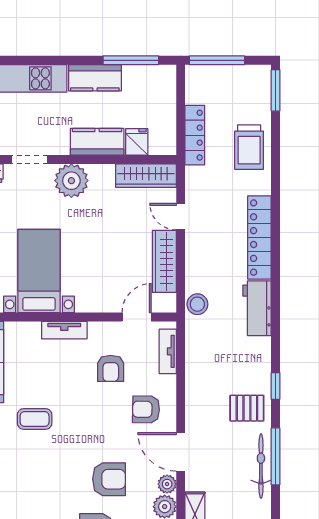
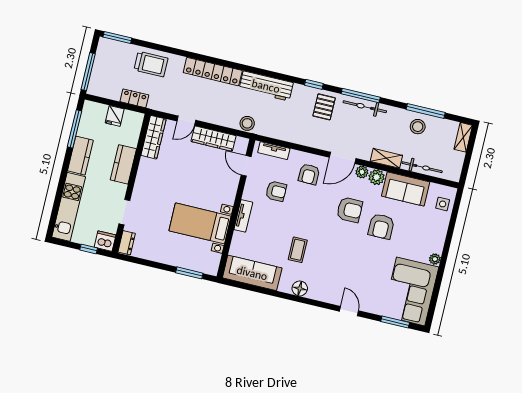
locker: (195, 135) -> (134, 98), width x0.66
fridge: (137, 142) -> (115, 116), moved, turned -90
plant: (71, 181) -> (145, 188), removed
workbench: (257, 308) -> (266, 86), width x1.37
armchair: (109, 479) -> (350, 210), turned 90

